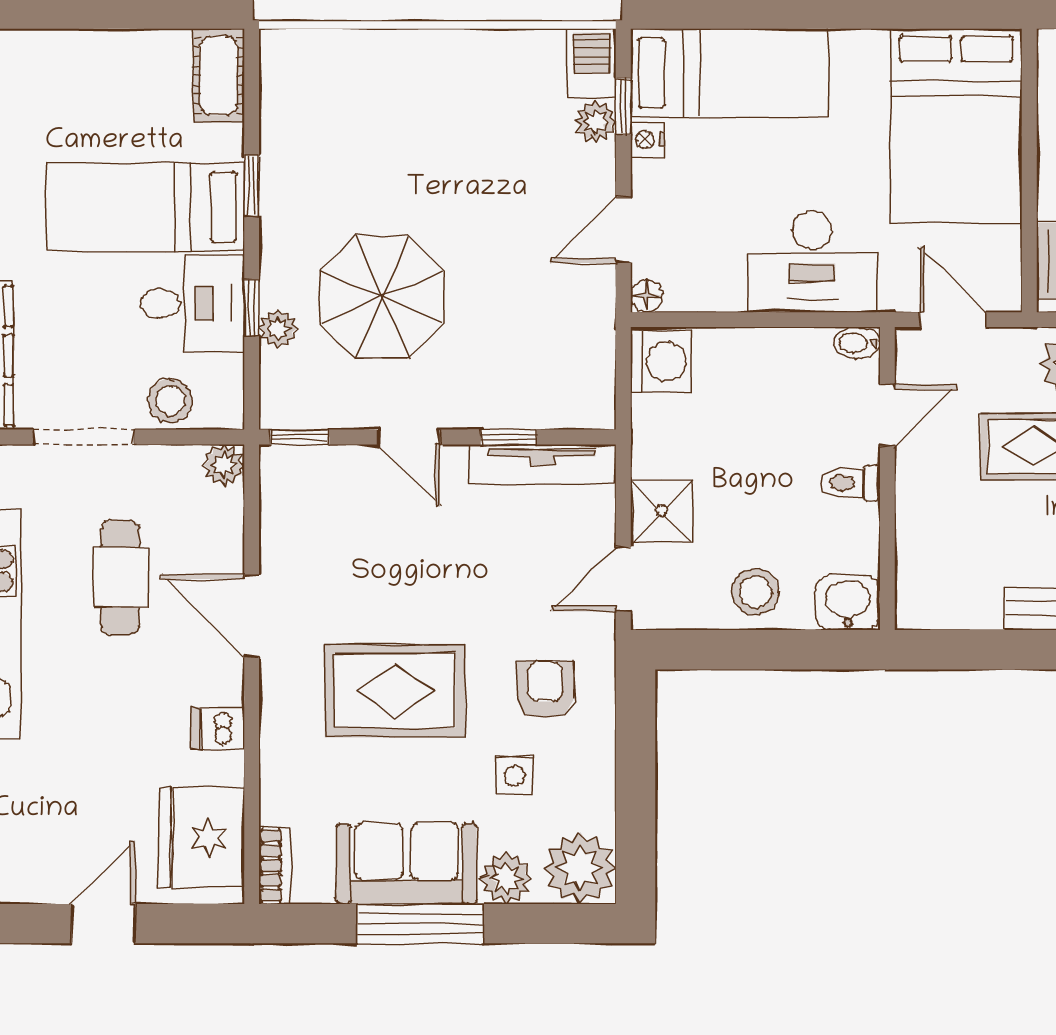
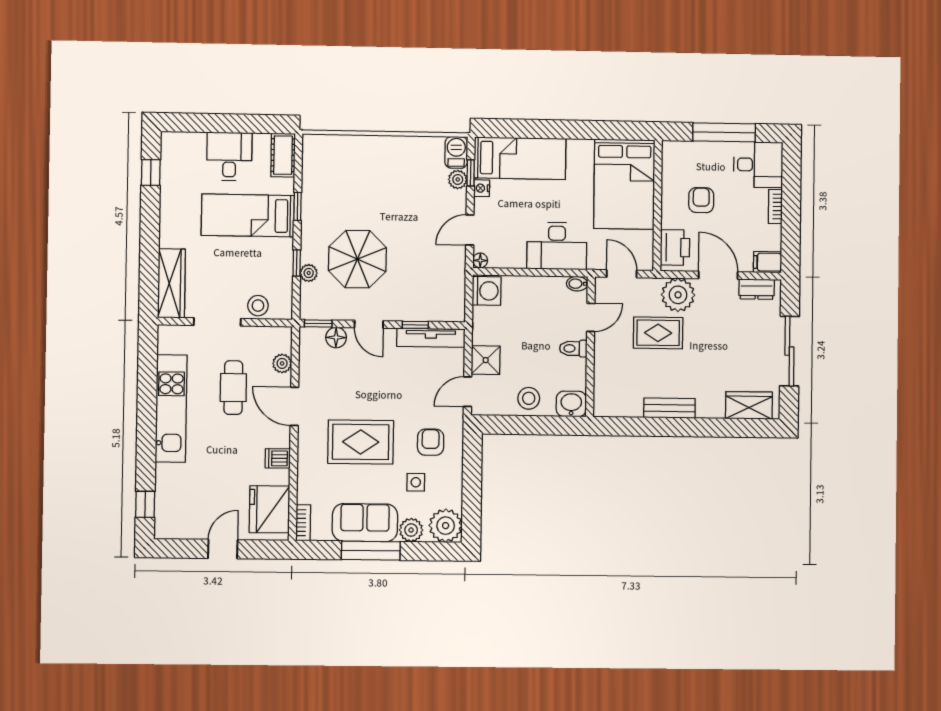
desk: (192, 303) -> (229, 156), moved, turned -90
plant: (224, 465) -> (282, 363), moved
floor lamp: (339, 467) -> (336, 337), added

